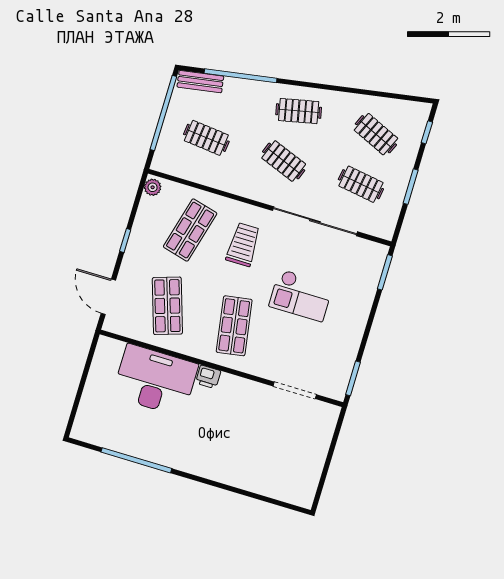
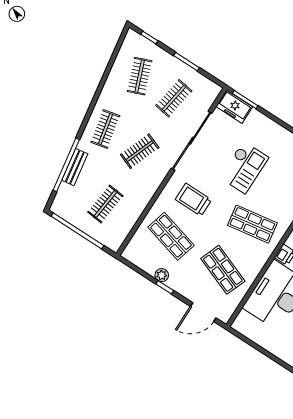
bench: (200, 82) -> (75, 167), moved
clothes rail: (376, 134) -> (140, 76), turned -45
plant: (153, 187) -> (162, 275), moved
freezer: (372, 262) -> (234, 107), added
shop shelf: (167, 306) -> (223, 270), turned 39

